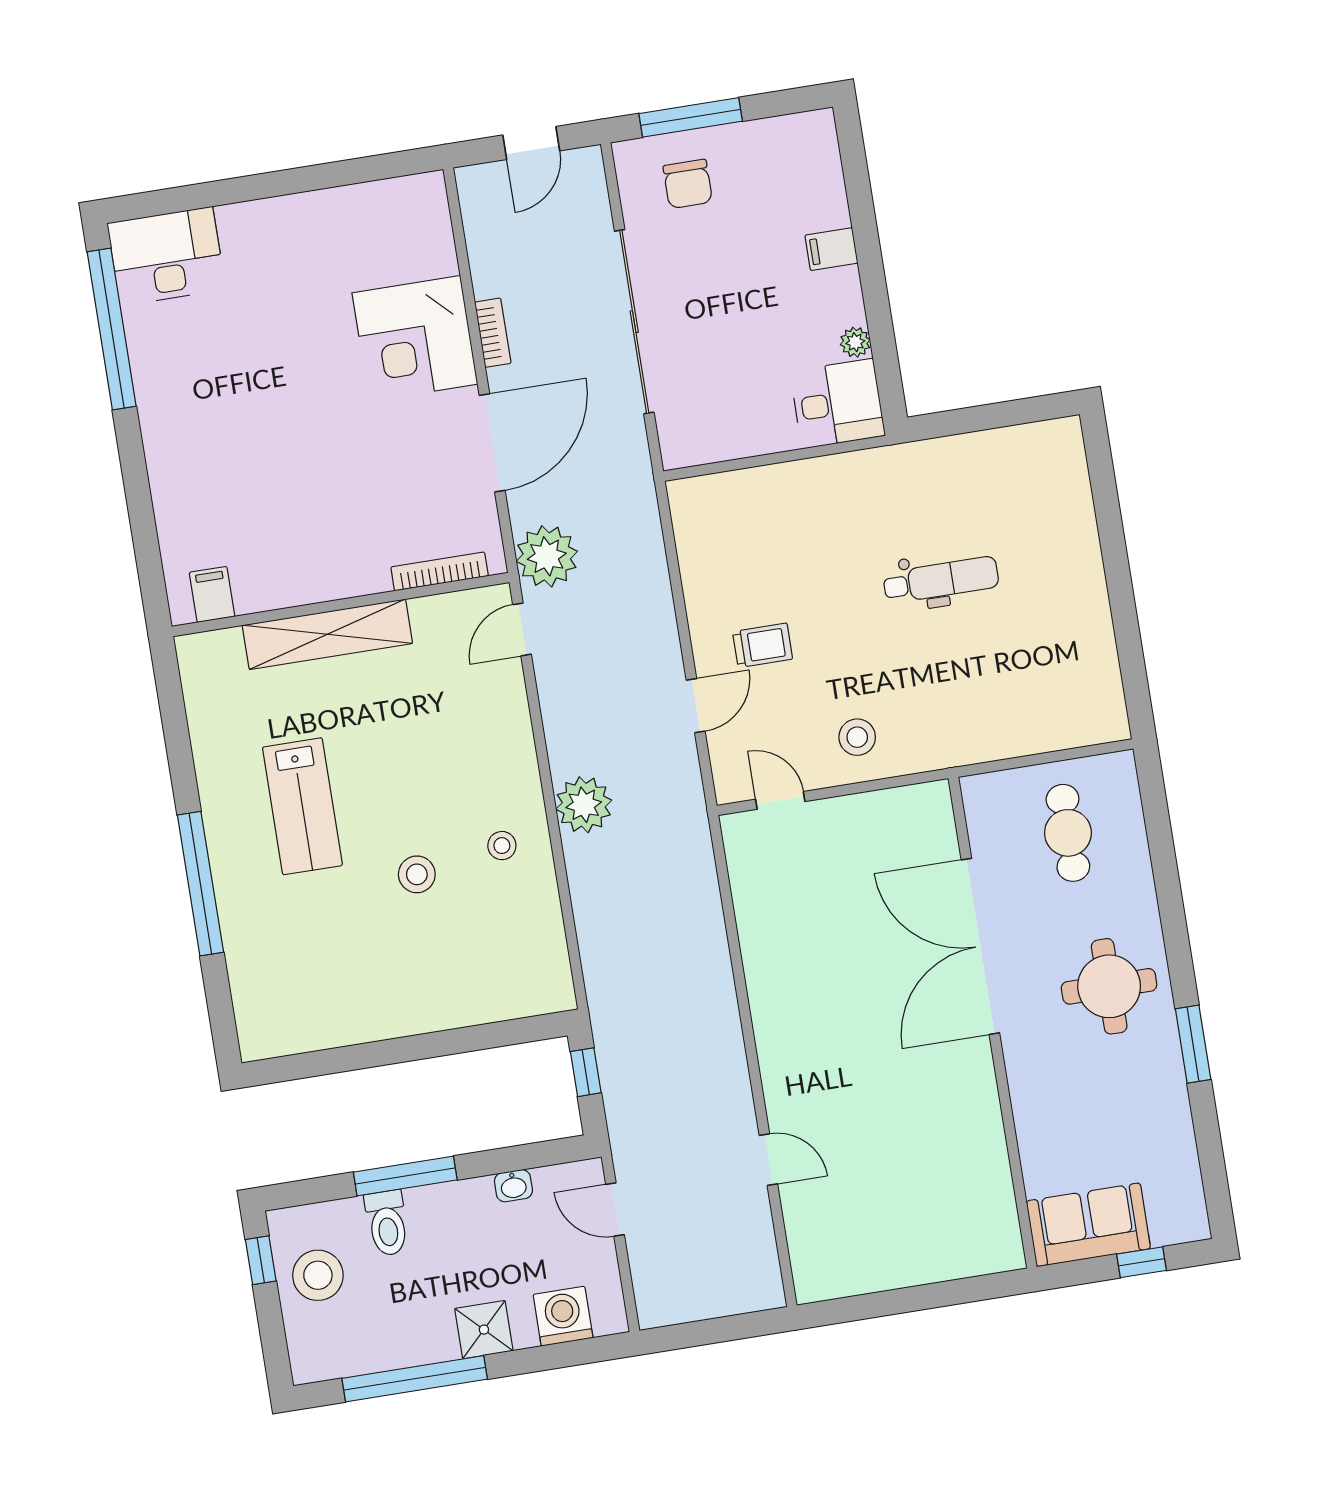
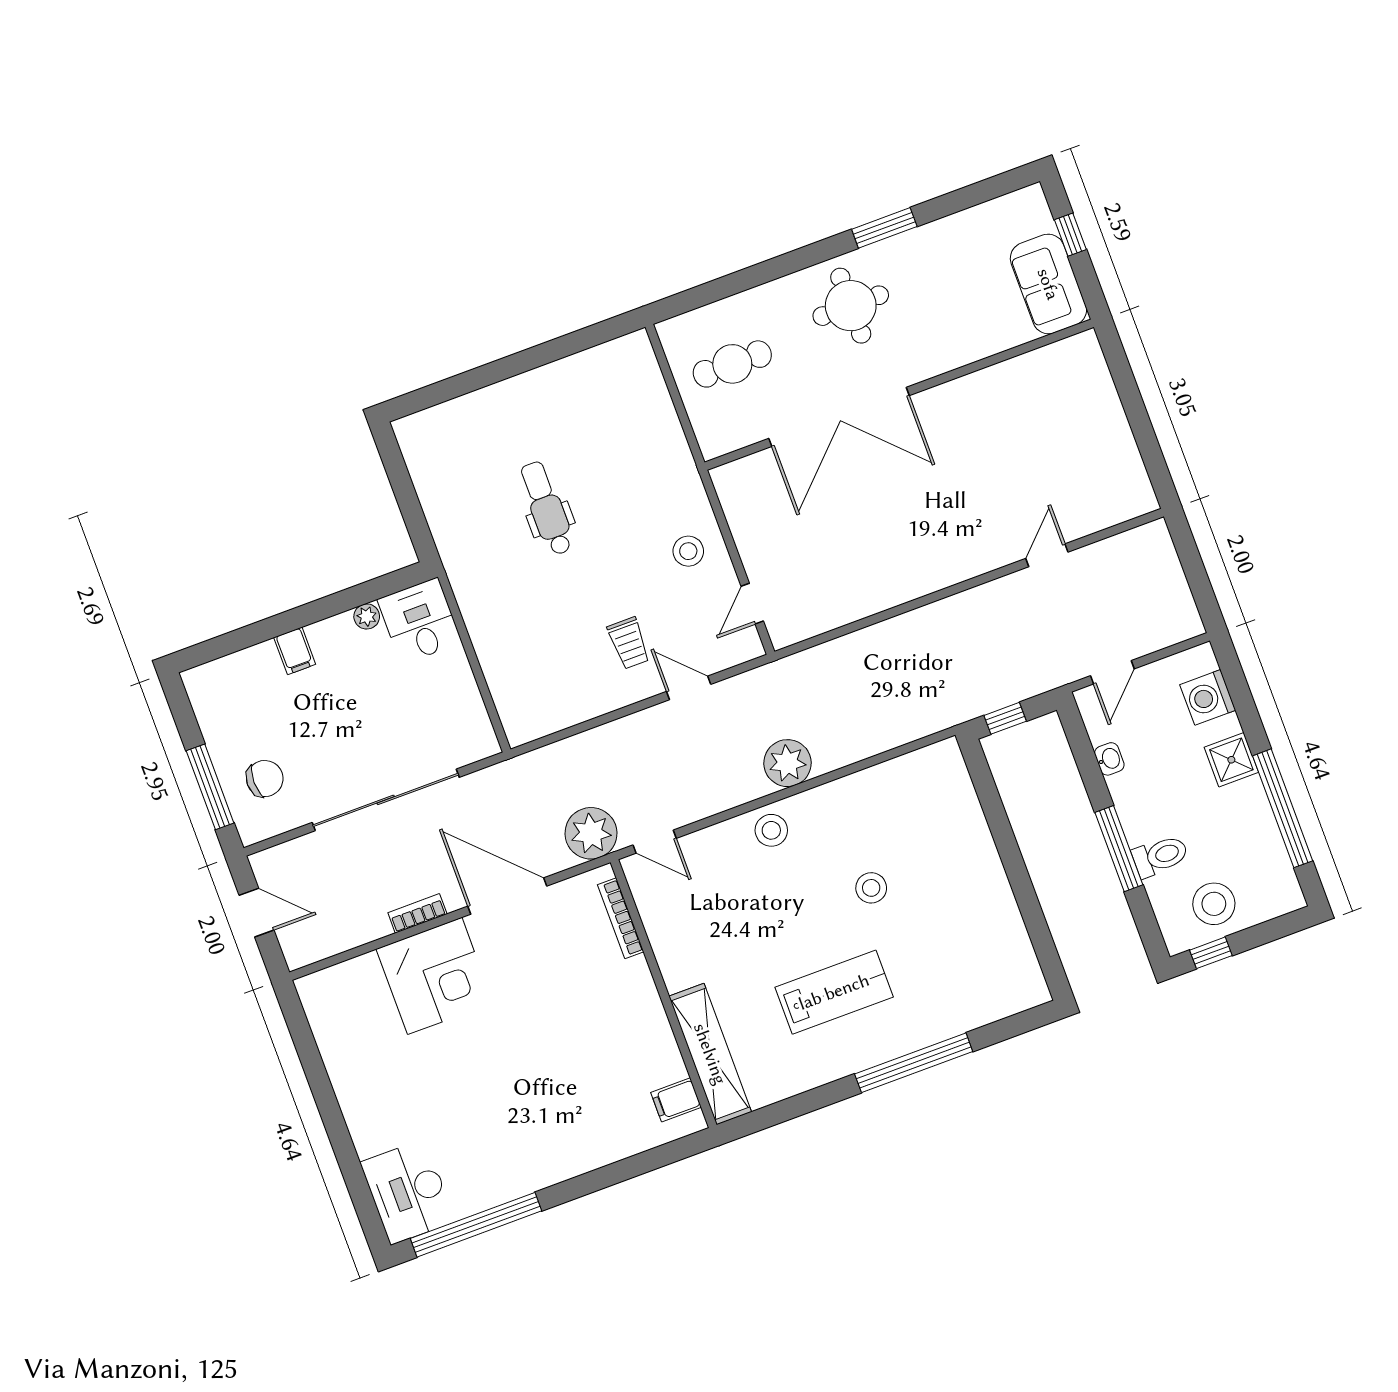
shelving: (327, 634) -> (710, 1054), moved
trolley: (763, 645) -> (629, 643), turned 180
stool: (502, 846) -> (771, 830), moved, width x1.37, depth x1.37

